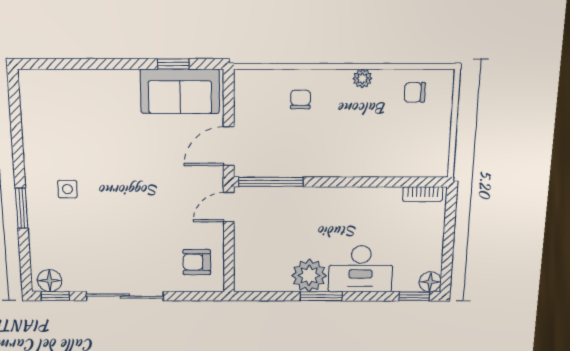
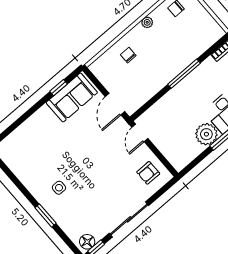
window: (271, 182) -> (184, 74), moved

